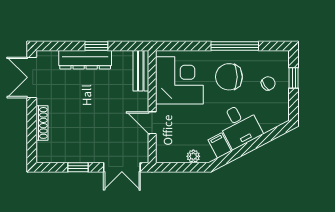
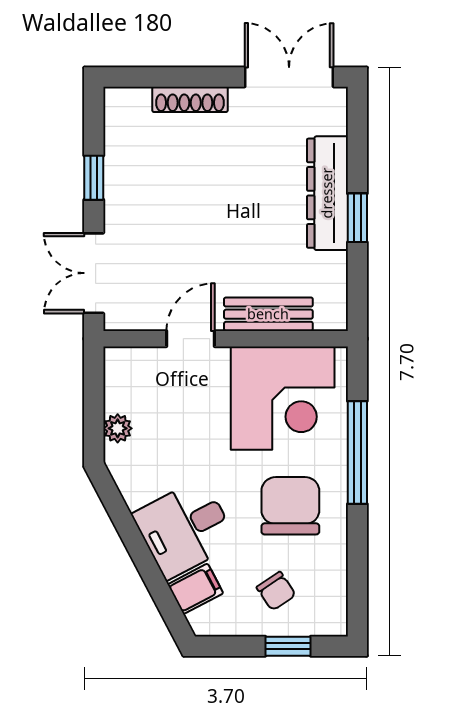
window: (235, 46) -> (357, 452), moved
bench: (141, 71) -> (268, 314), moved
filing cabinet: (220, 145) -> (195, 589), moved

